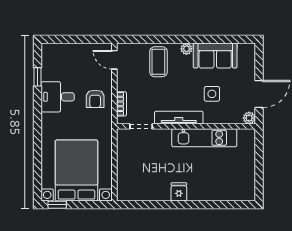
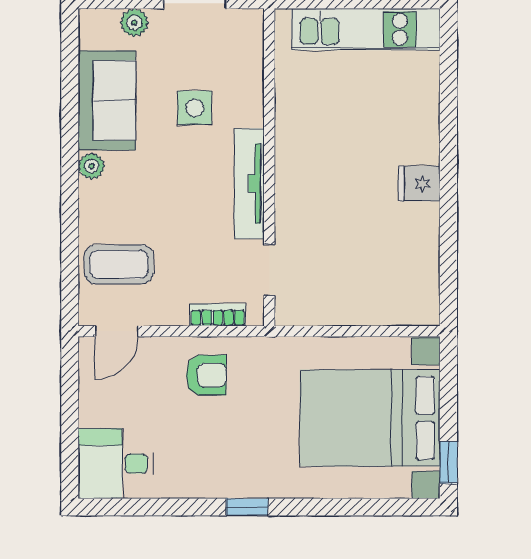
coffee table: (158, 62) -> (119, 264), moved
window: (38, 77) -> (247, 507), moved
desk: (58, 97) -> (116, 464), moved, turned 90
plant: (249, 118) -> (134, 23), moved
kitchen unit: (204, 138) -> (366, 29), moved, turned 90

